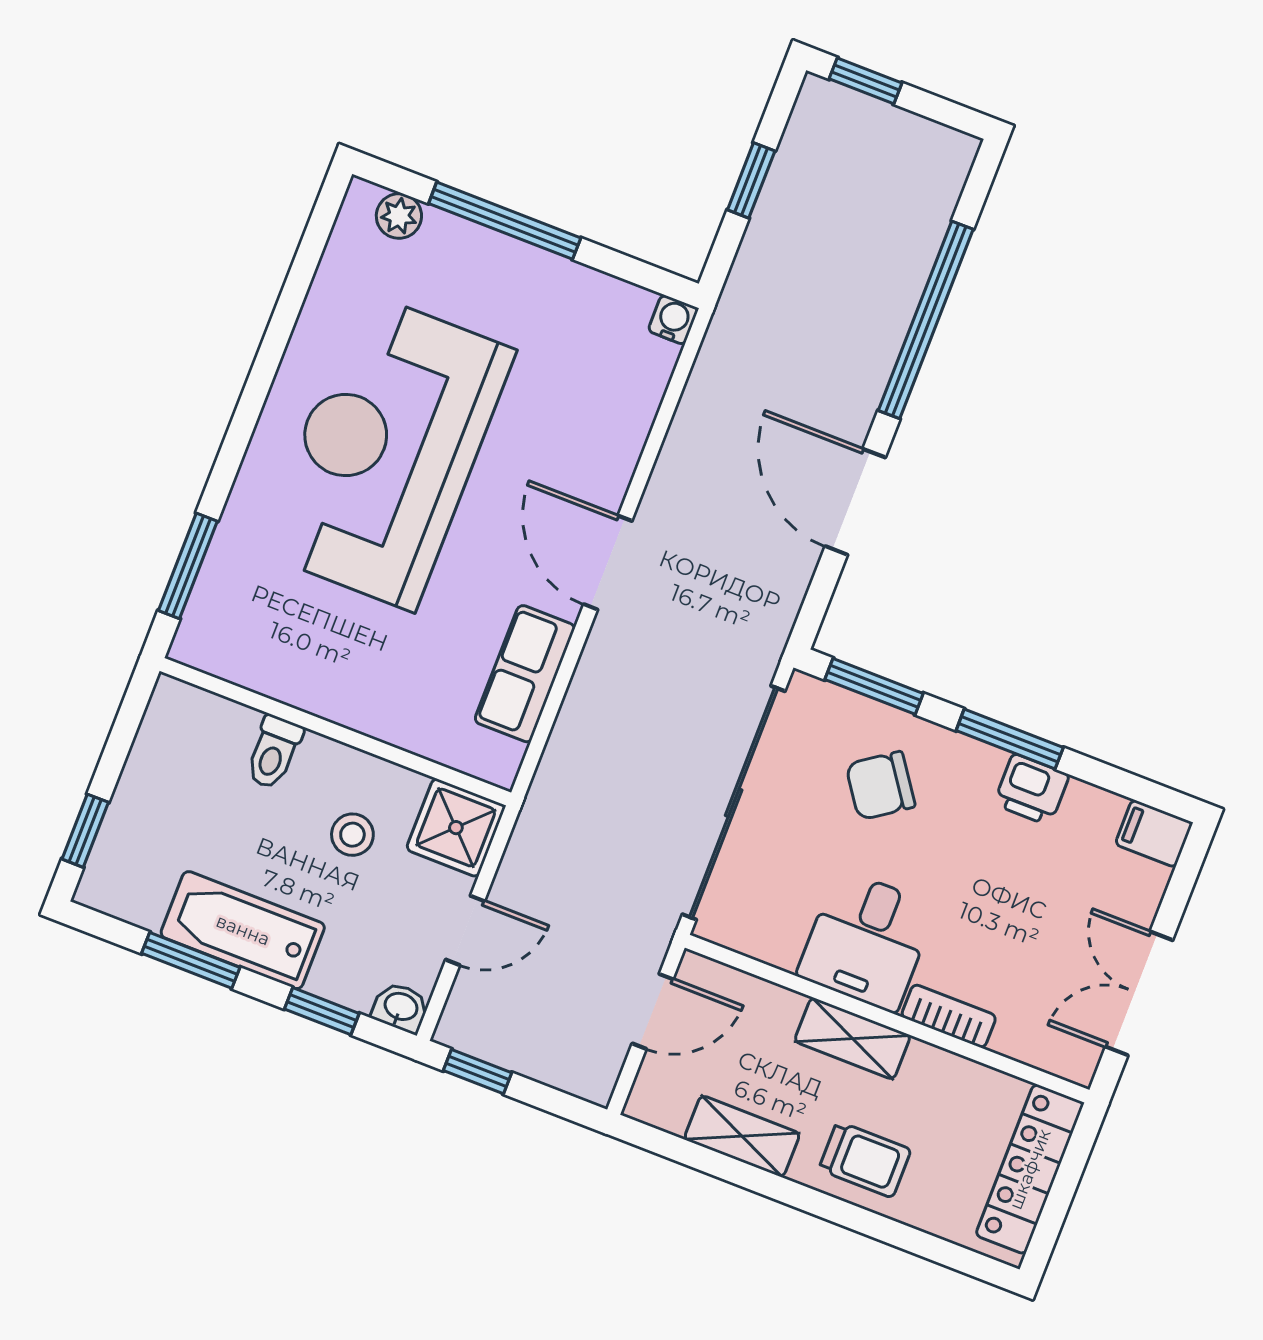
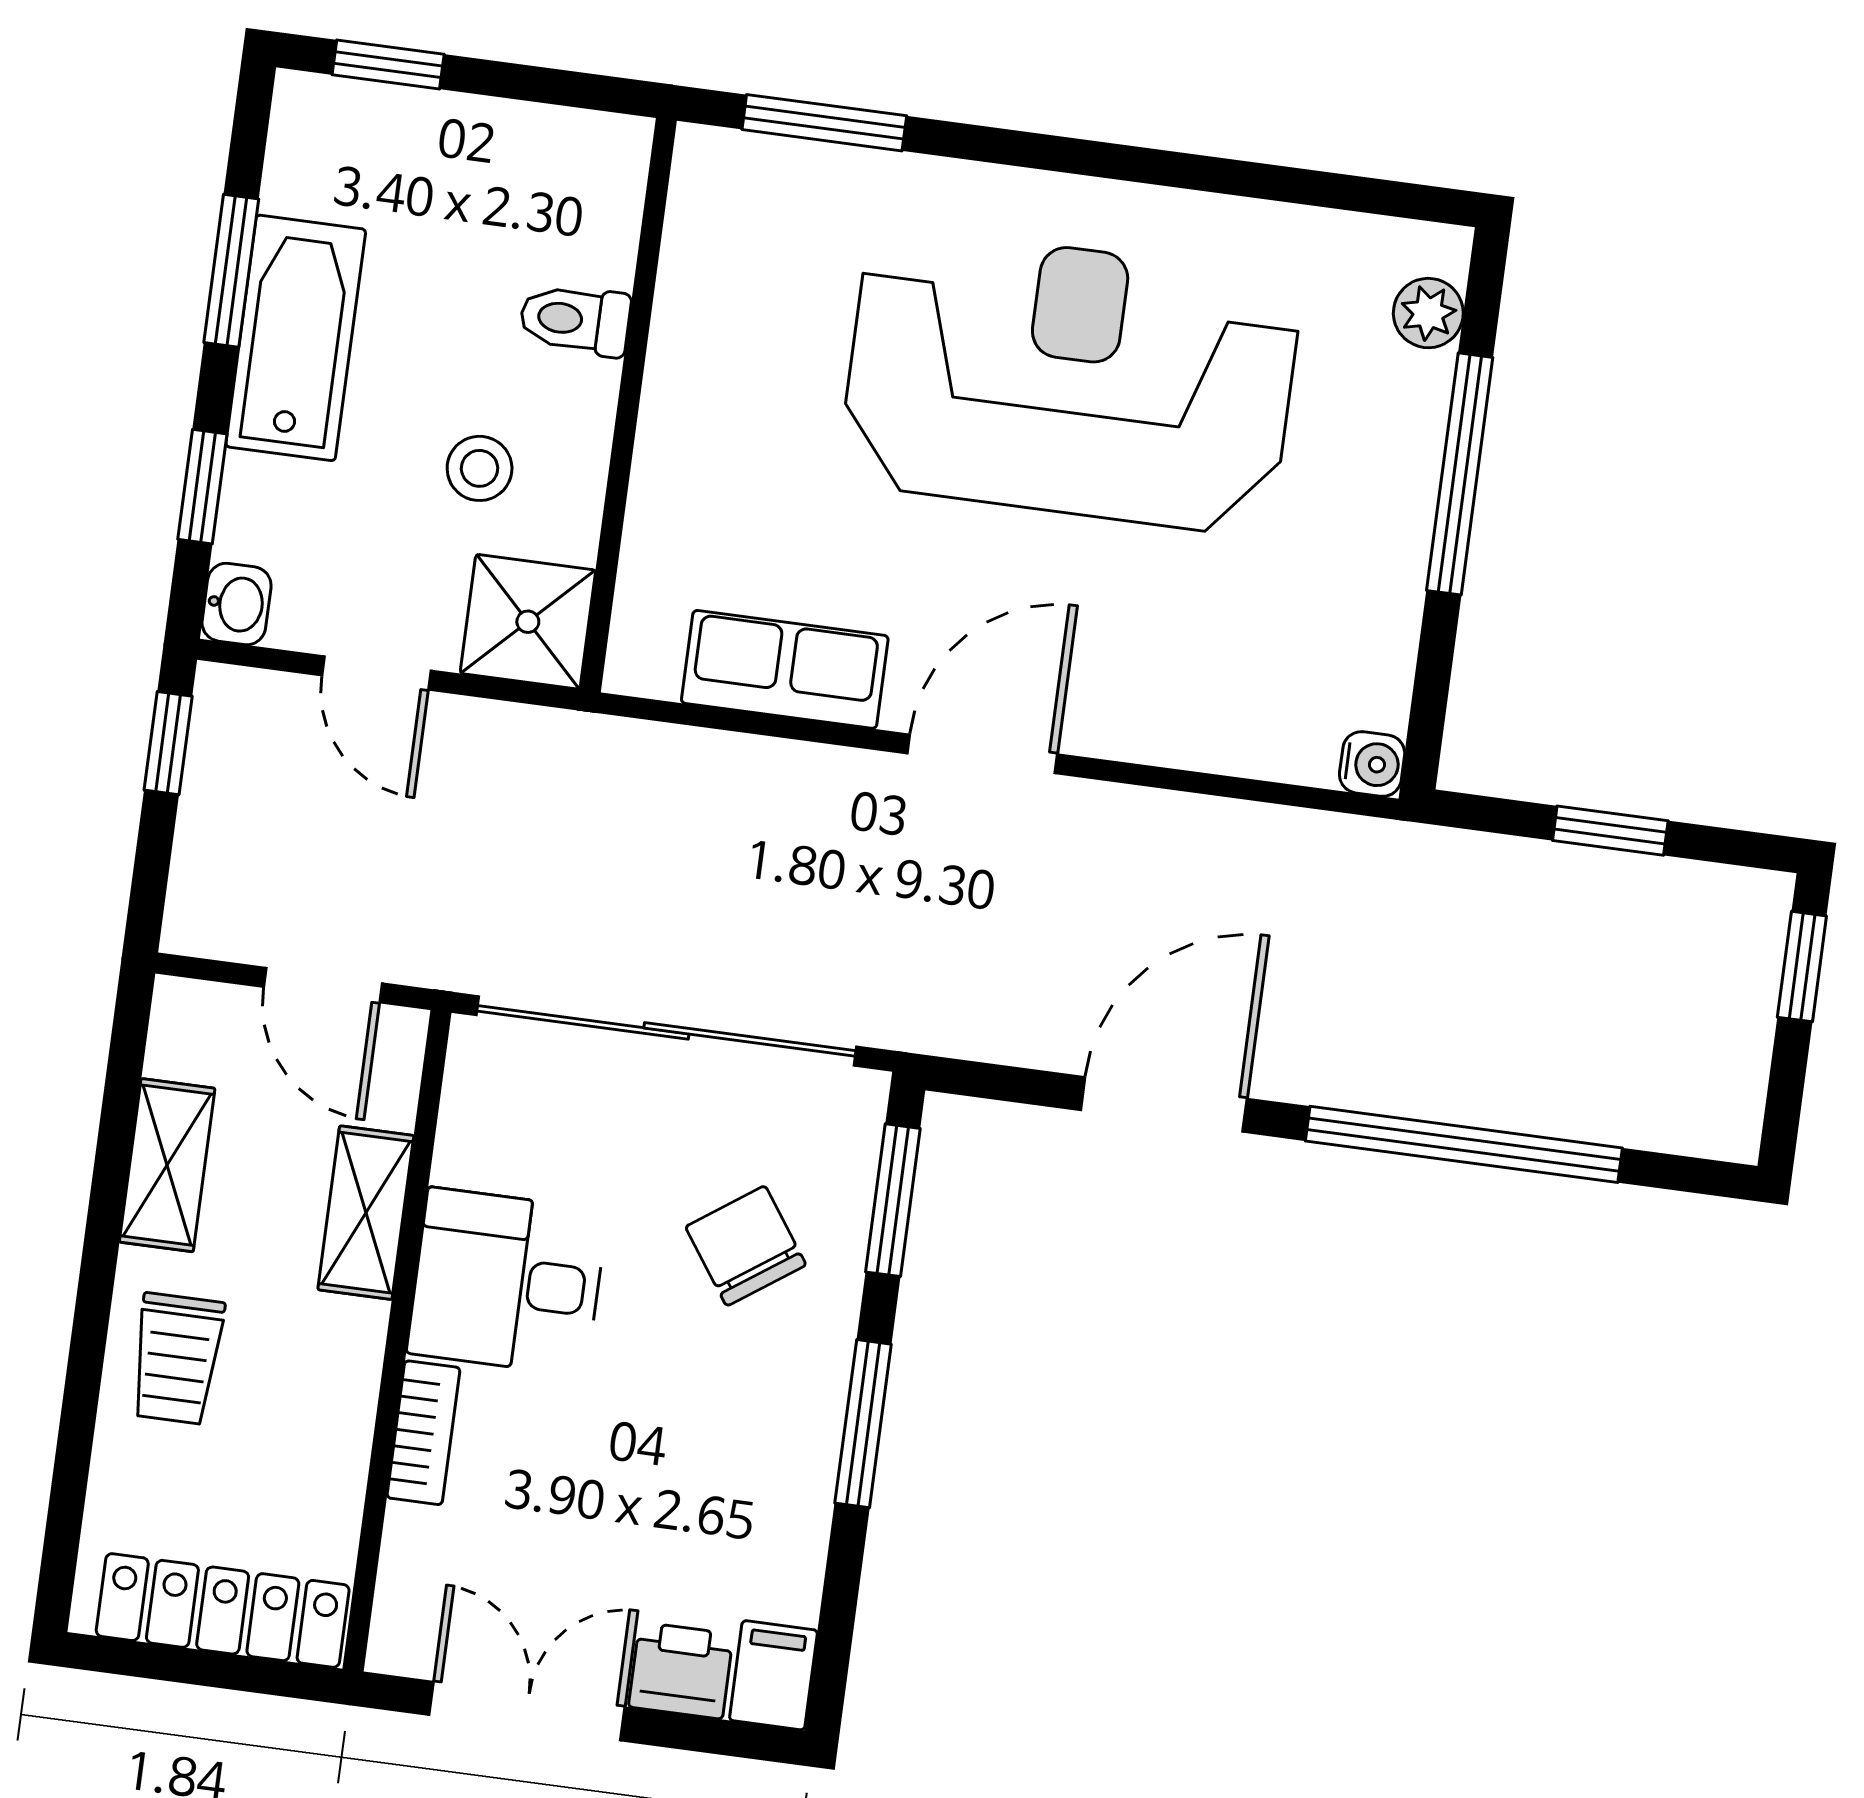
printer: (1031, 789) -> (681, 1670), moved, turned 90
shelving: (852, 1038) -> (366, 1213), moved

